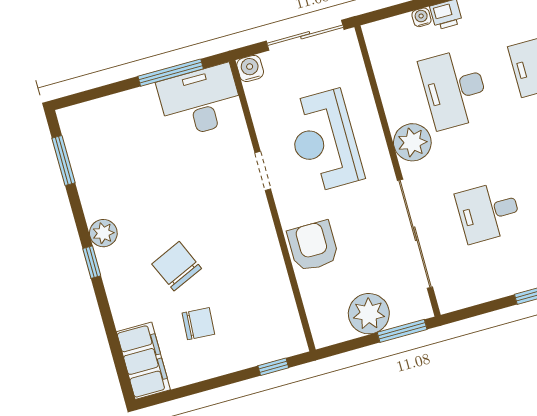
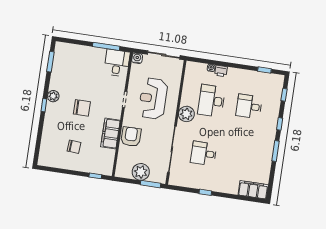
desk: (200, 101) -> (117, 63), width x0.73
chair: (177, 266) -> (82, 108), moved, turned 114
filing cabinet: (143, 361) -> (110, 133), moved, turned 180

